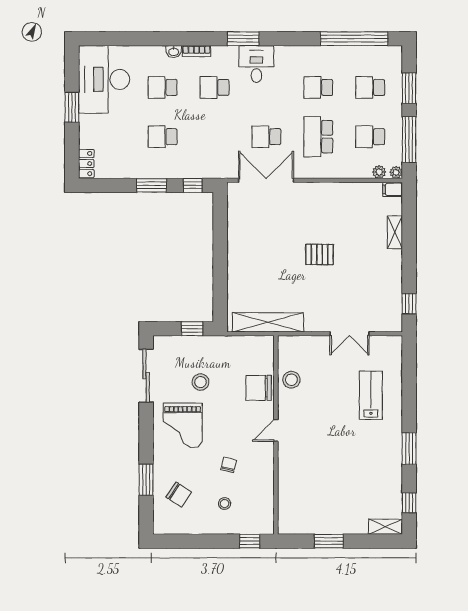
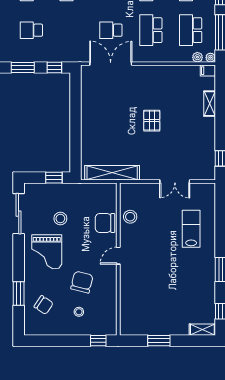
school desk: (370, 137) -> (191, 30), width x1.85
pallet: (320, 254) -> (152, 121), turned 90
chair: (229, 465) -> (82, 282), width x1.87, depth x1.87

